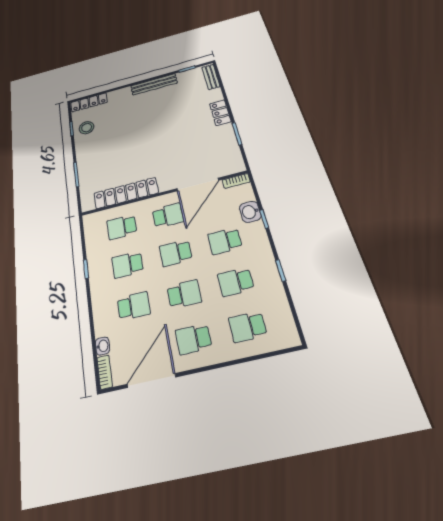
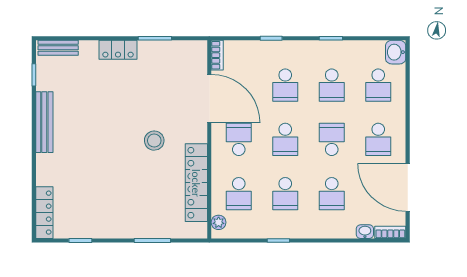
stool: (87, 128) -> (154, 141), moved
washbasin: (250, 212) -> (396, 52), moved, turned 90
plant: (96, 218) -> (219, 222), added
school desk: (134, 306) -> (332, 194), turned 180

